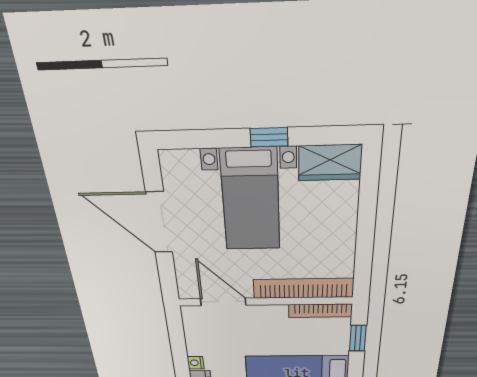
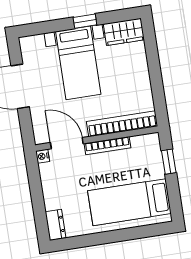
bookcase: (320, 311) -> (107, 146), moved
nightstand: (196, 363) -> (43, 156), moved

